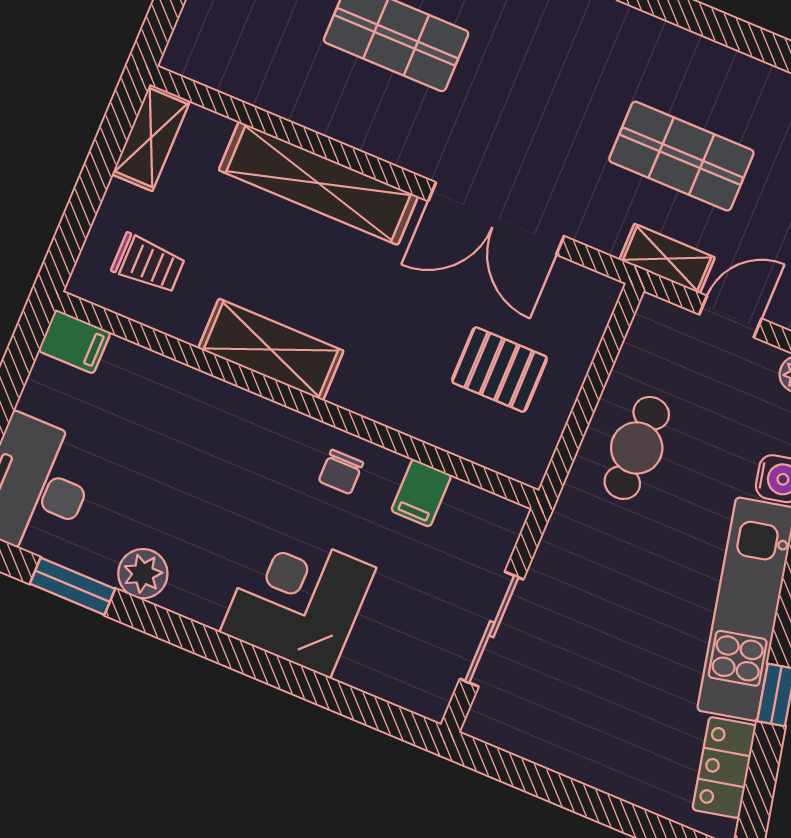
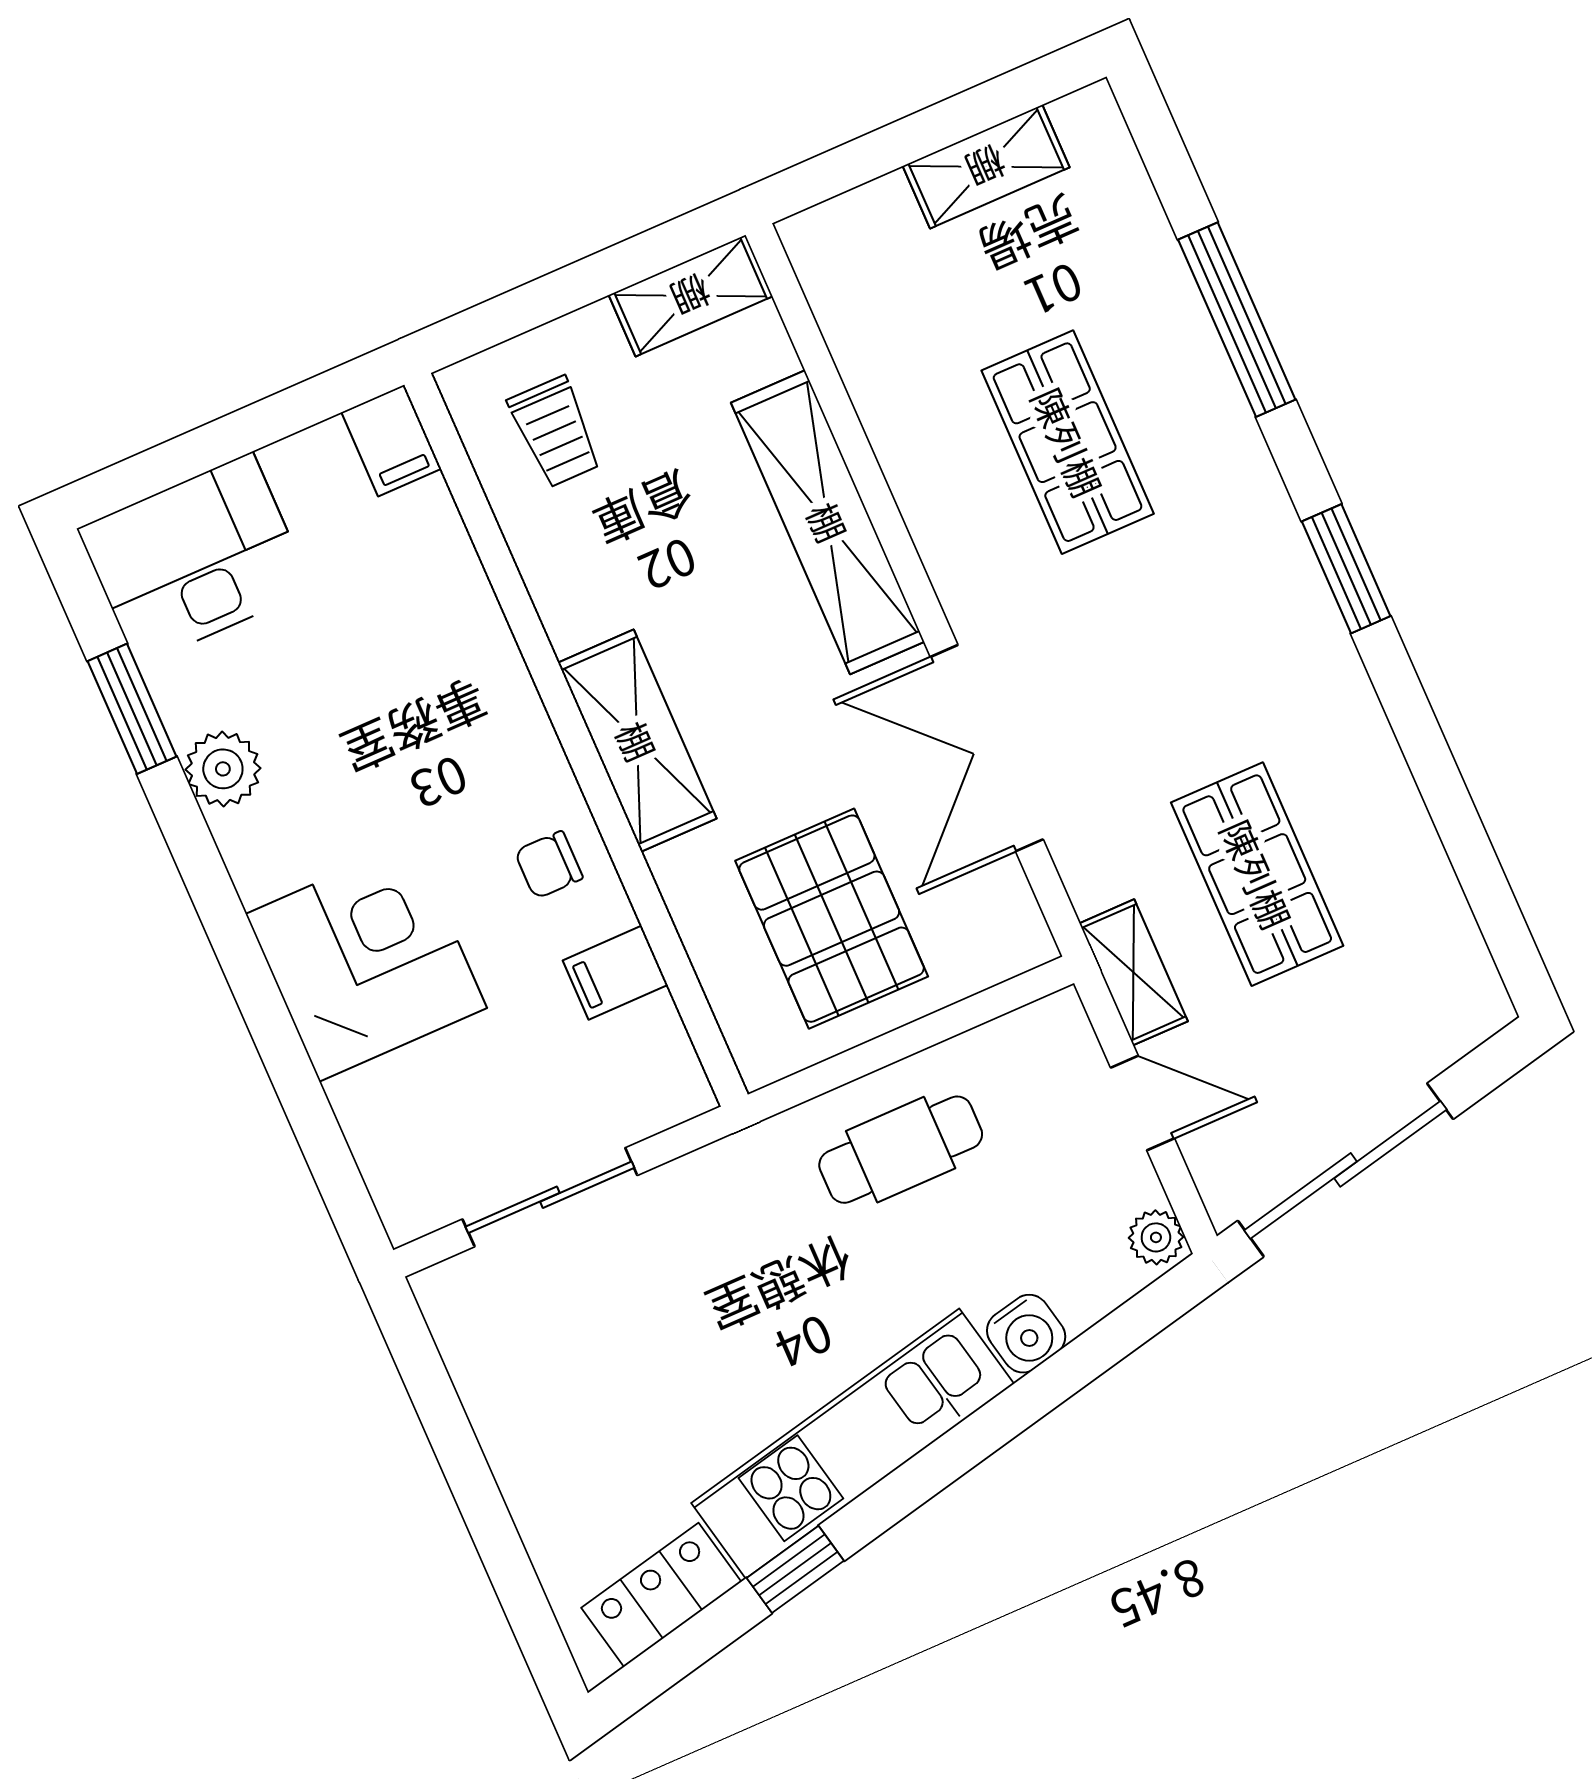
shelving: (271, 350) -> (637, 741), moved
pallet: (499, 370) -> (832, 919), width x1.50, depth x1.42

